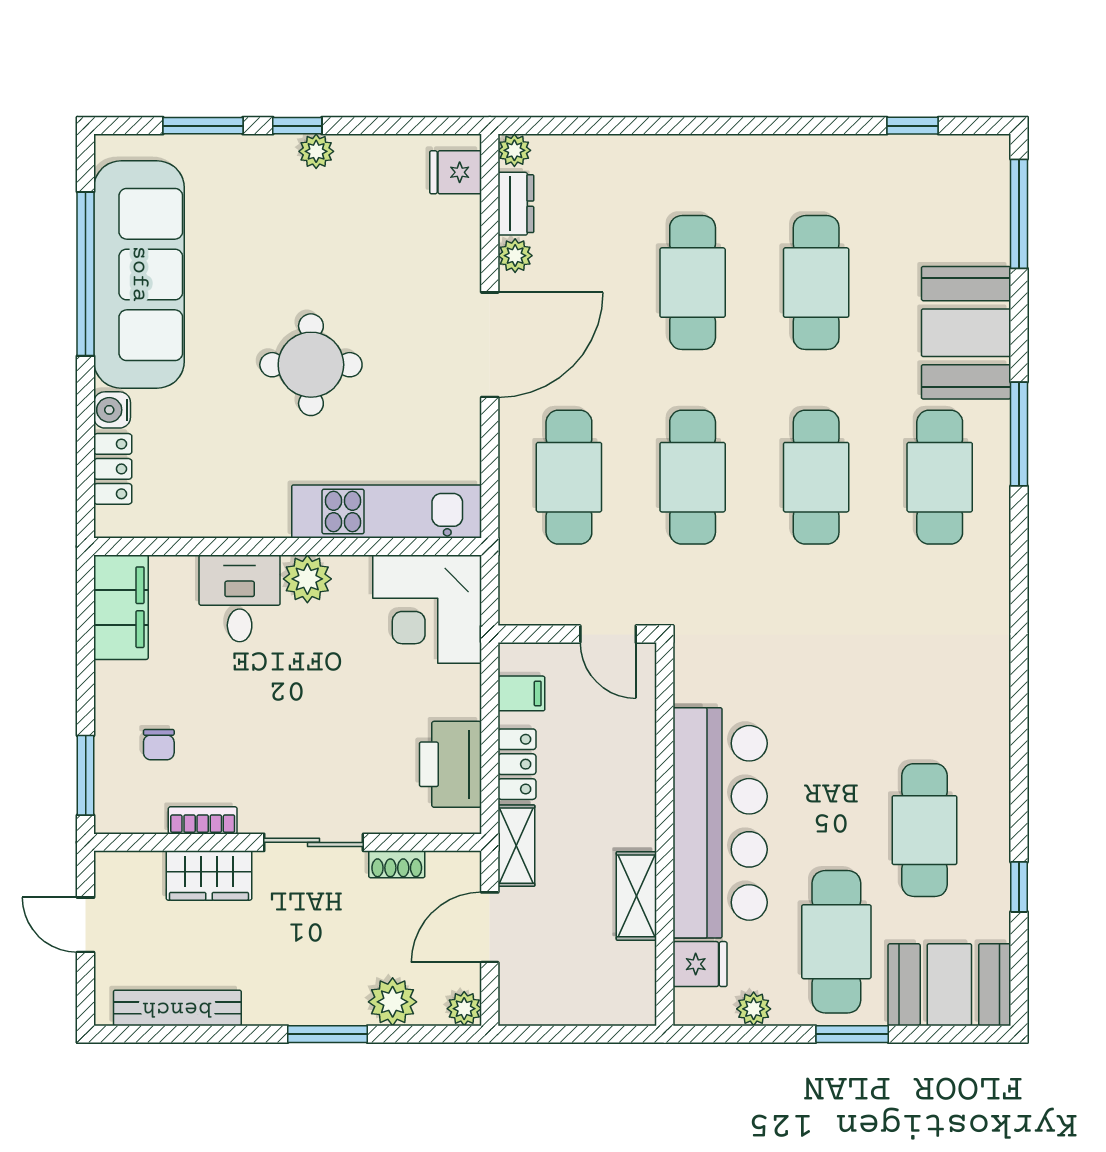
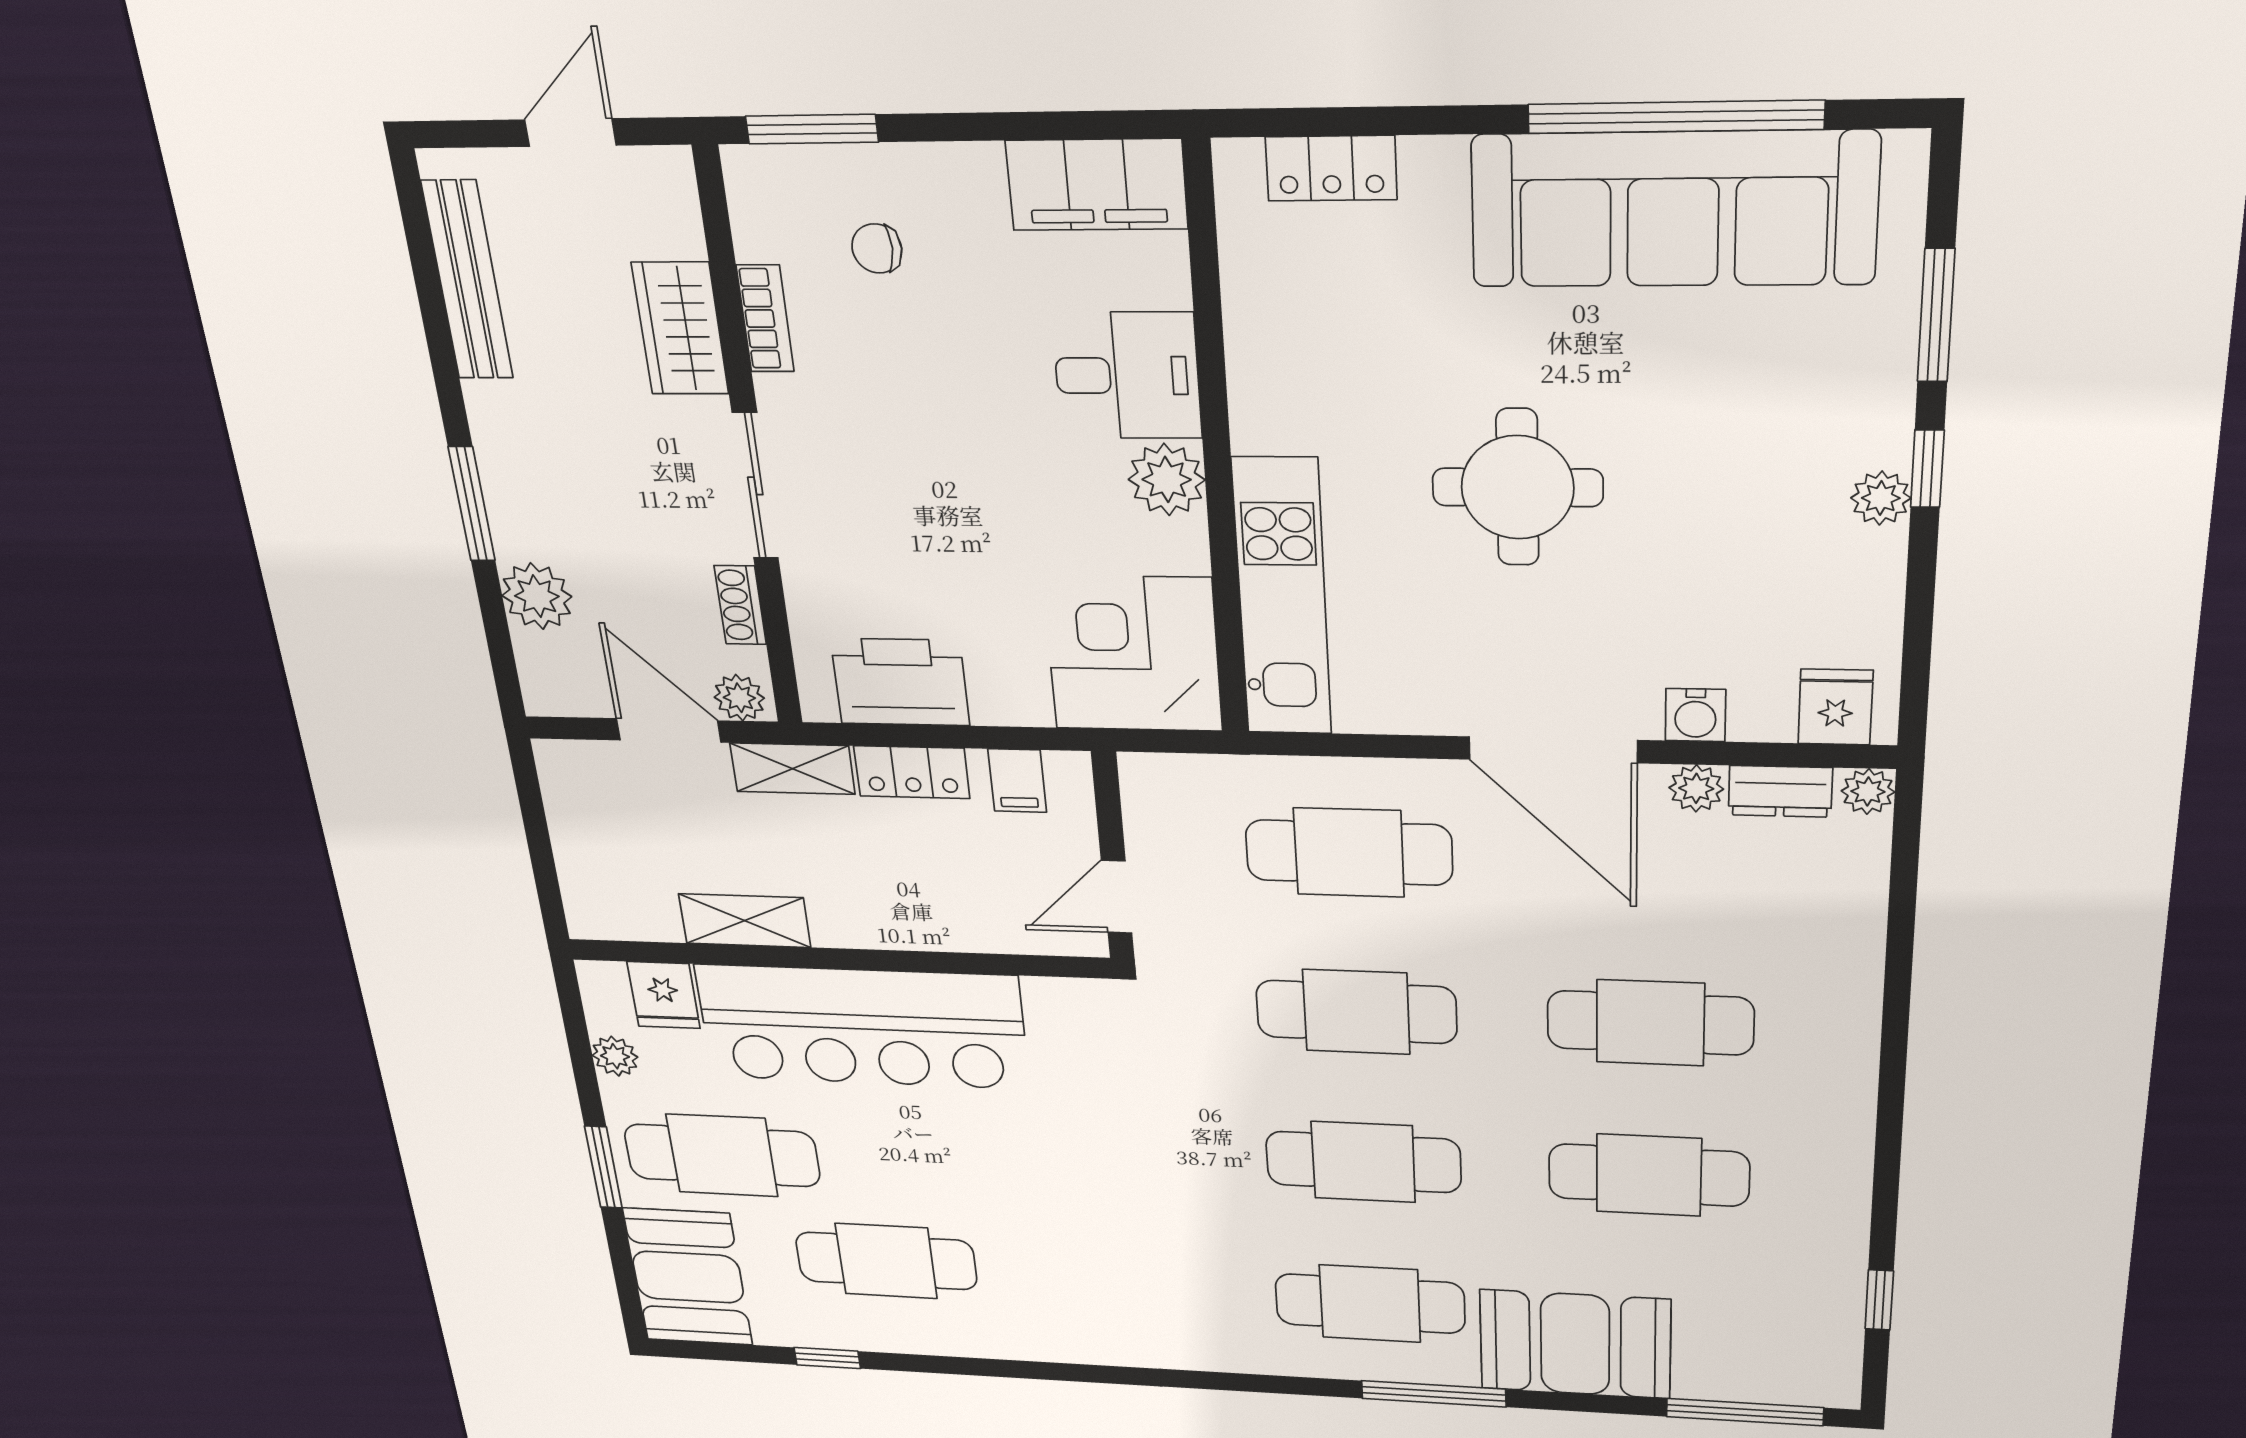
water cooler: (112, 410) -> (1695, 715), moved, turned 180
plant: (464, 1009) -> (739, 698), moved

